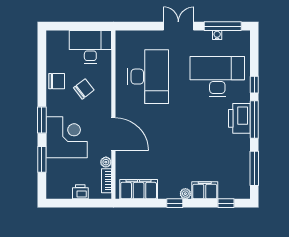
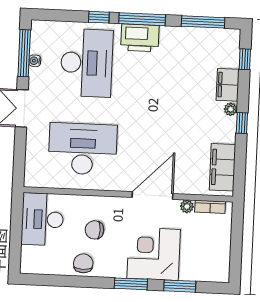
desk: (217, 77) -> (87, 63), turned 180
chair: (84, 89) -> (94, 230), turned -52
printer: (80, 192) -> (222, 240), removed

